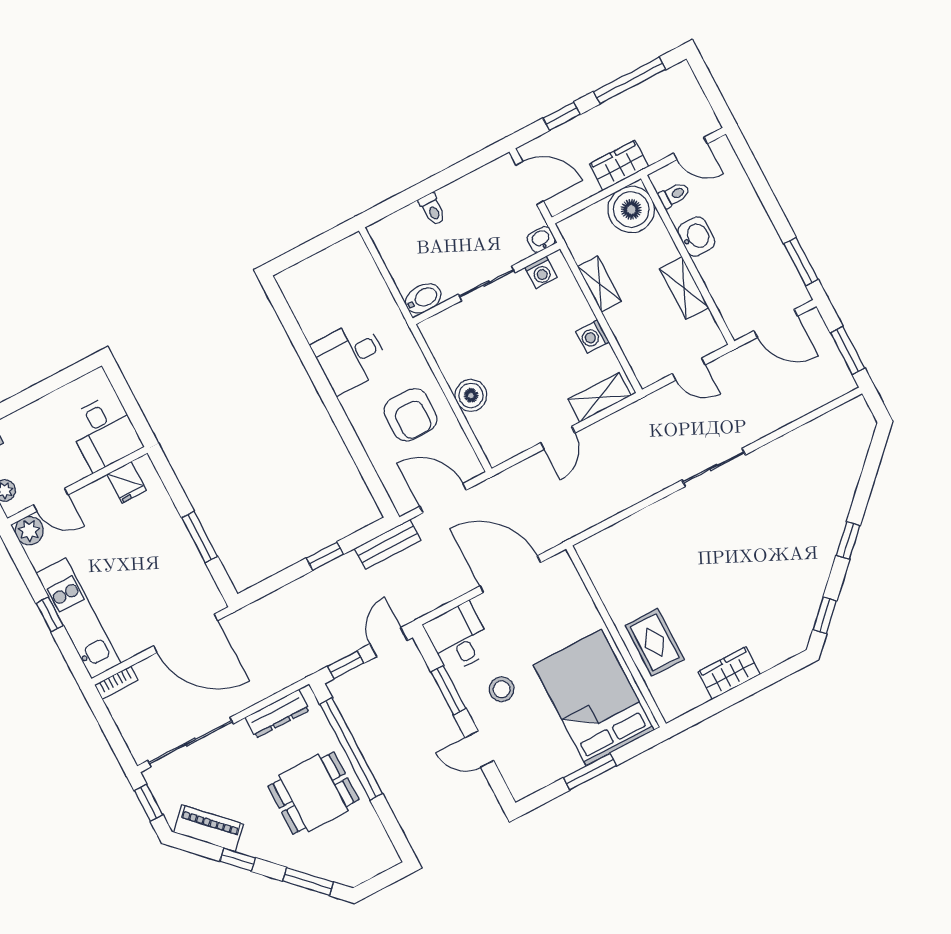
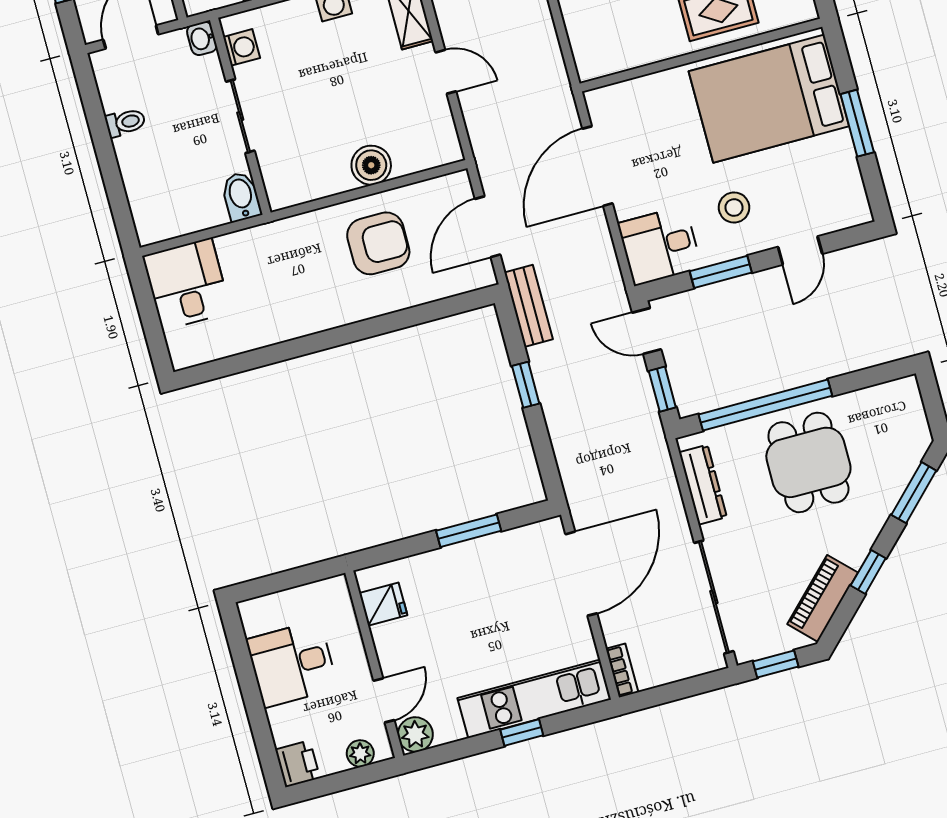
toilet: (432, 209) -> (125, 122), moved
desk: (350, 356) -> (187, 284), moved, turned 180
desk: (104, 433) -> (292, 664), moved, turned 180

